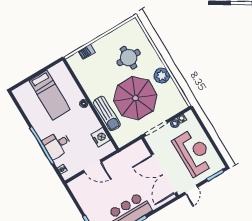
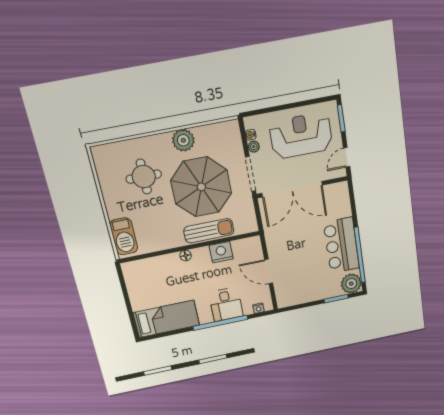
barbecue: (87, 52) -> (124, 236), width x1.88, depth x1.53
bed: (50, 95) -> (166, 319), moved
nightstand: (101, 137) -> (221, 252), moved
door: (92, 166) -> (269, 271), swing flipped
double door: (164, 174) -> (292, 189), moved
door: (191, 190) -> (347, 157), swing flipped

